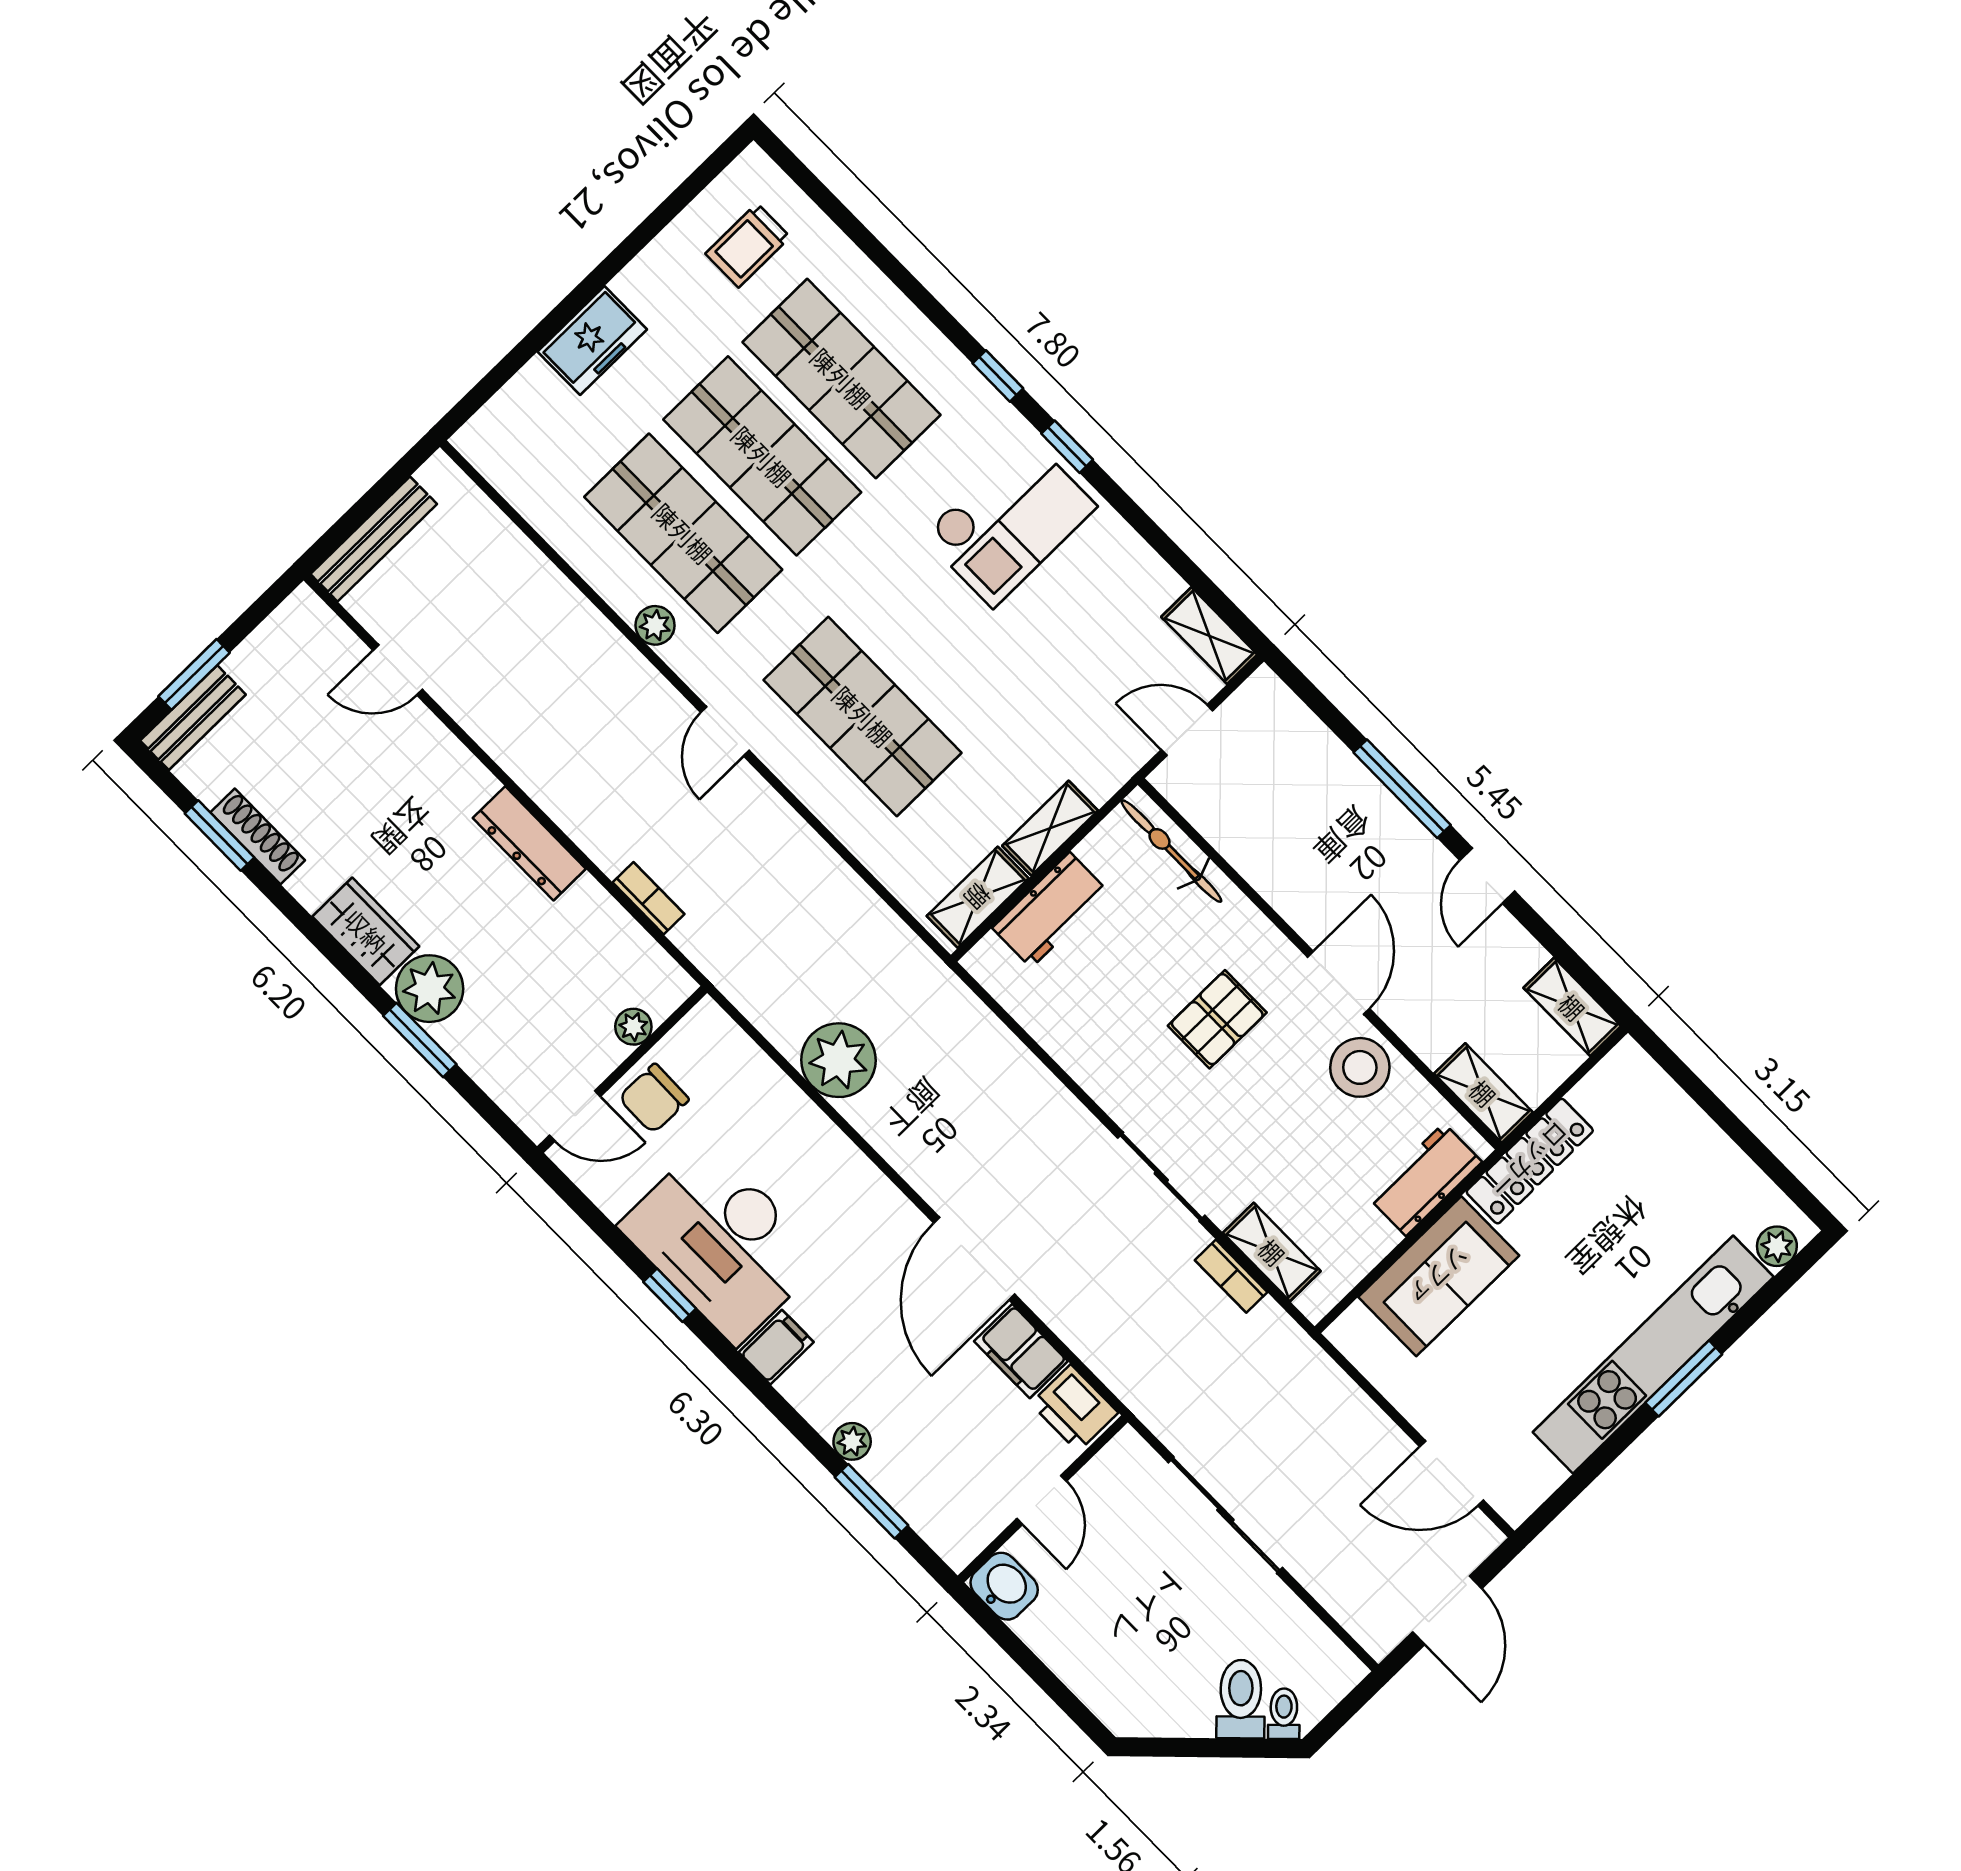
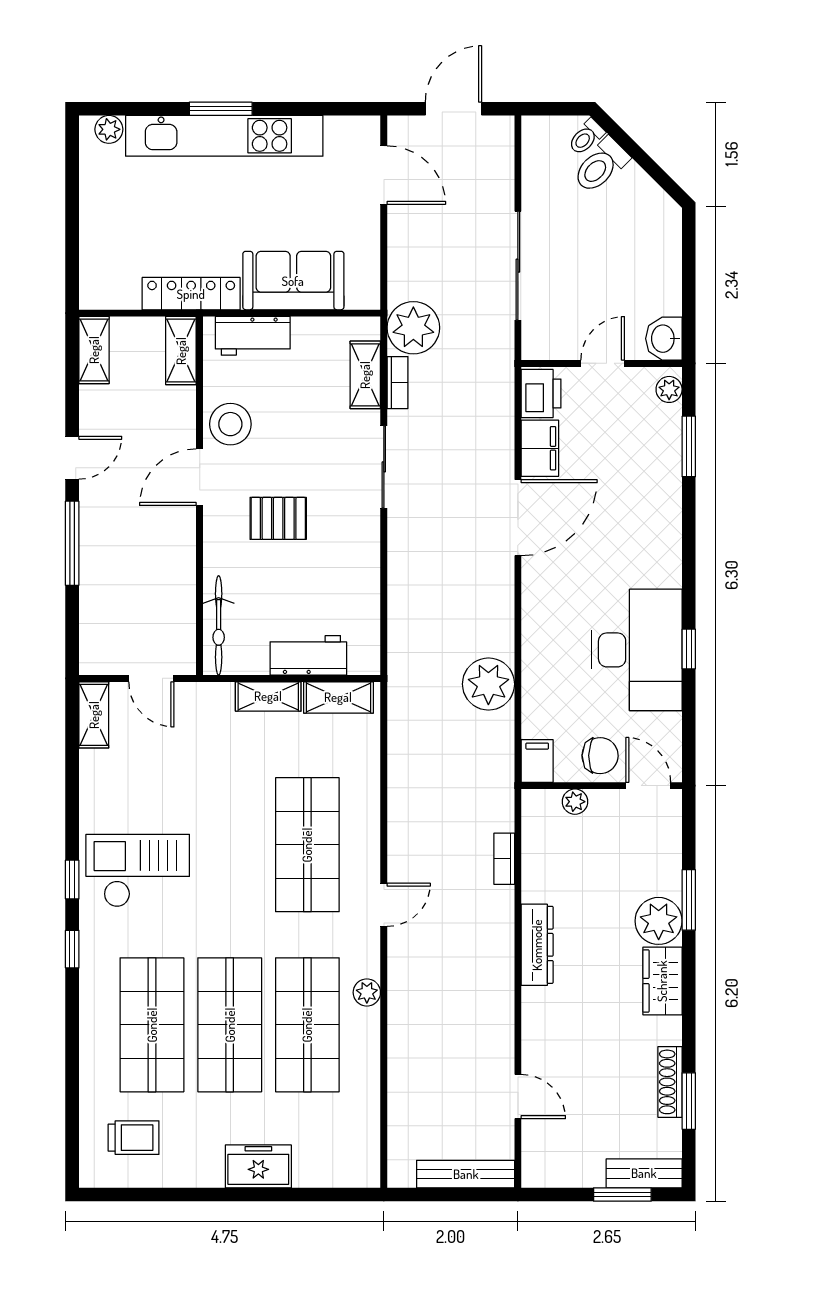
filing cabinet: (776, 1347) -> (537, 761), moved, turned 90
plant: (1270, 1348) -> (413, 328), added
plant: (852, 1441) -> (669, 389), moved

